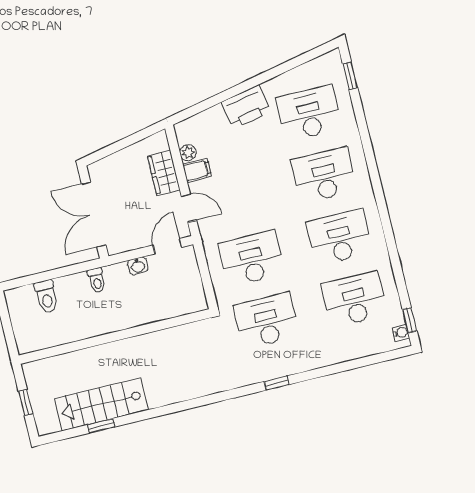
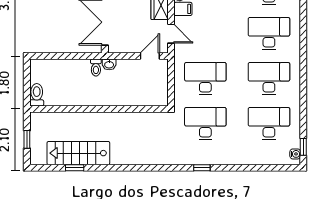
washbasin: (138, 266) -> (109, 64), moved
toilet: (46, 297) -> (37, 95), moved, turned 180

